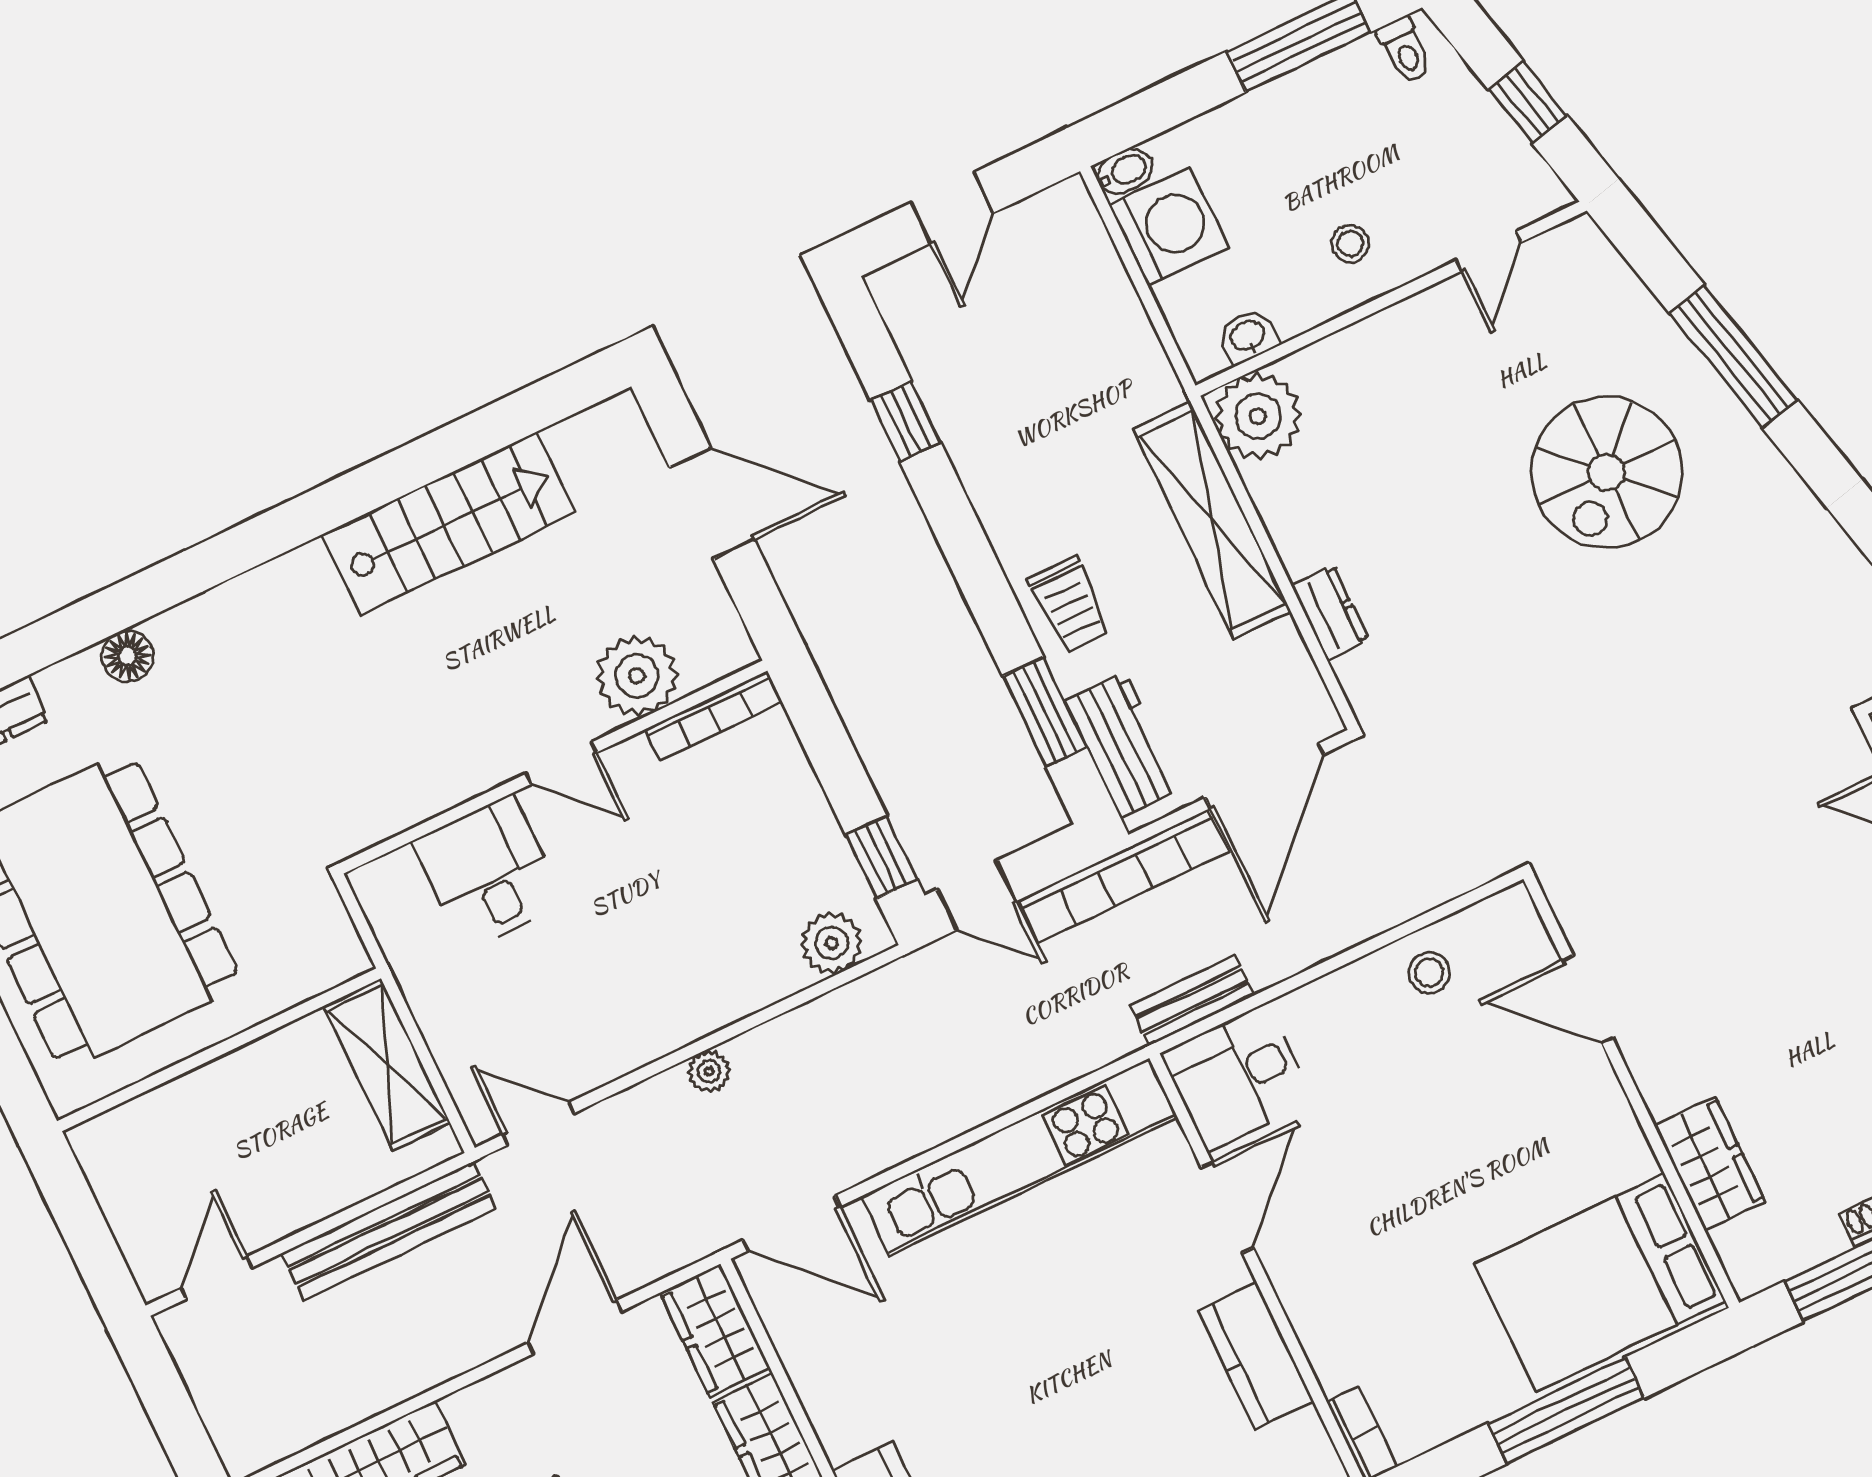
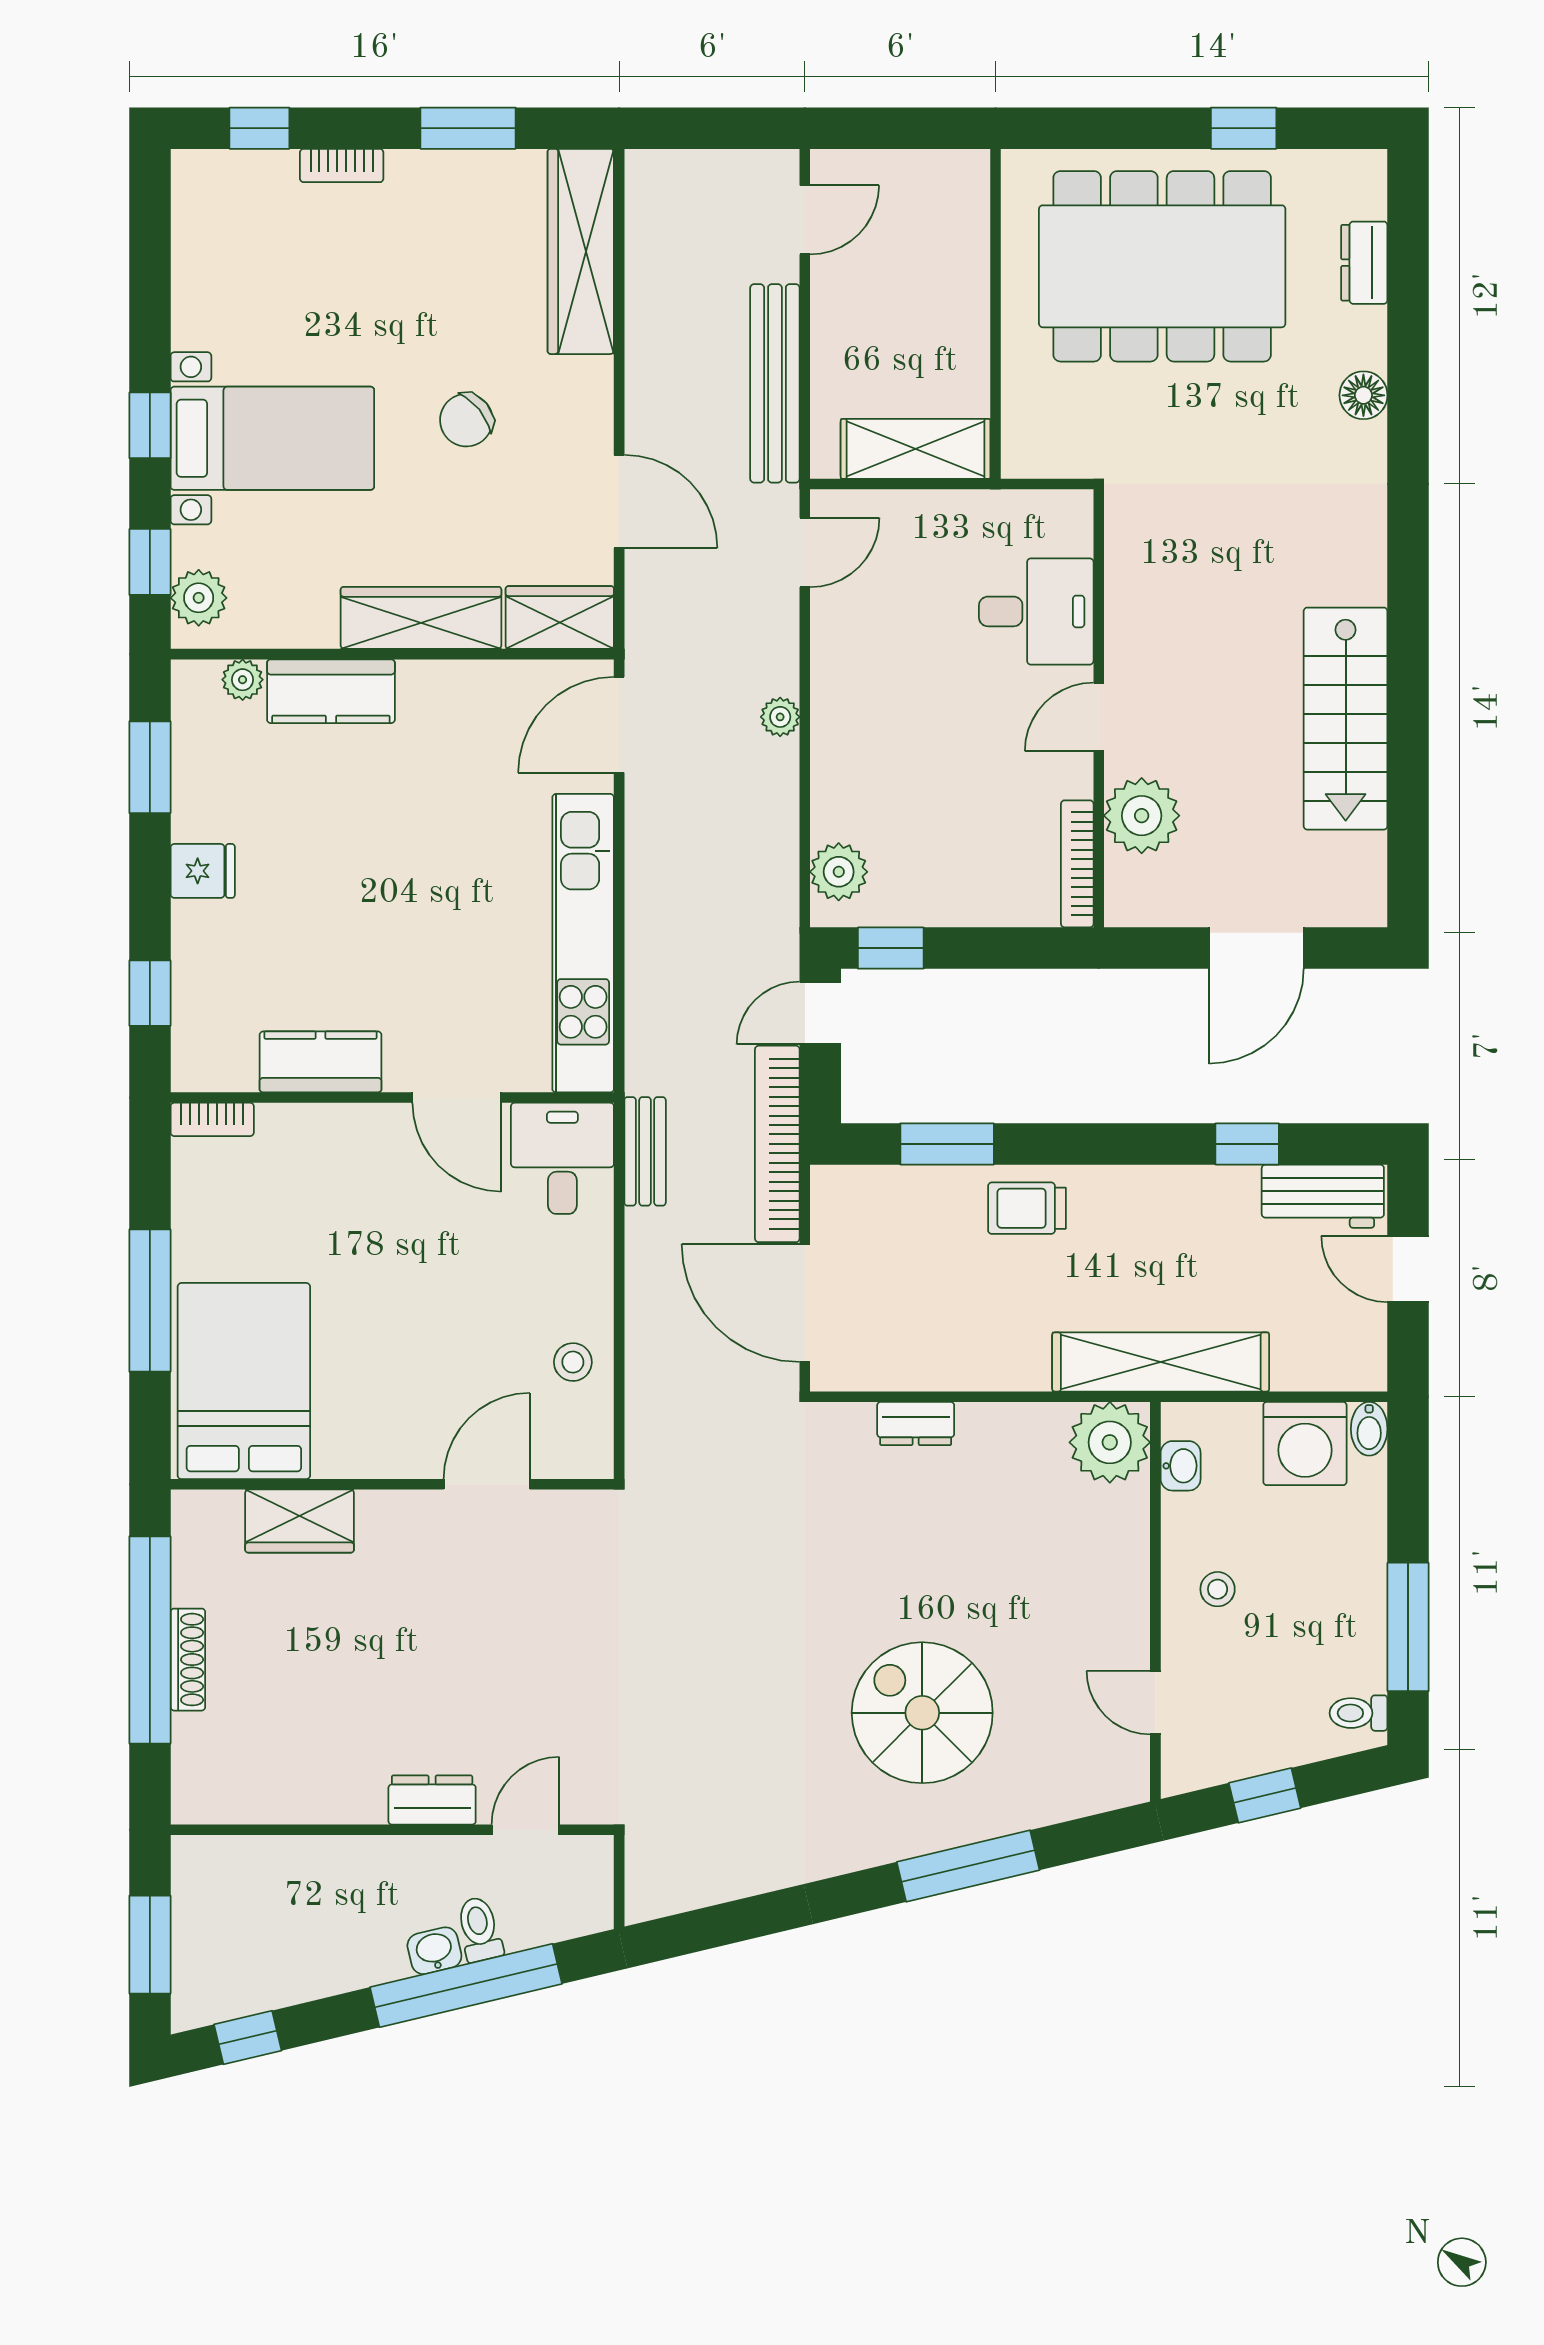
shelving: (1212, 520) -> (1161, 1362), moved
workbench: (1123, 745) -> (1323, 1196), moved
door: (217, 1278) -> (805, 220), hinge flipped

